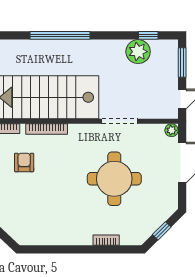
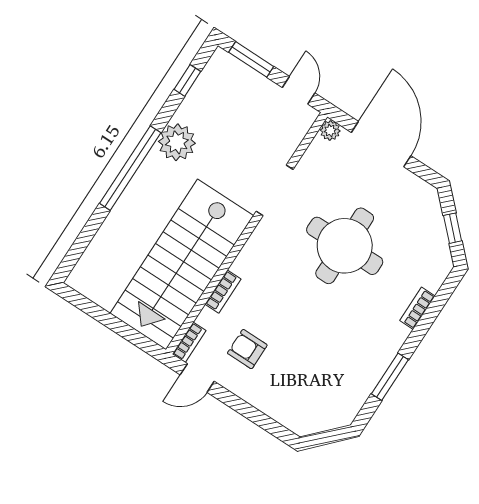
window: (60, 35) -> (130, 168), moved
plant: (138, 52) -> (177, 142), moved
bookcase: (47, 129) -> (223, 292), width x0.64
window: (59, 249) -> (390, 377), added

